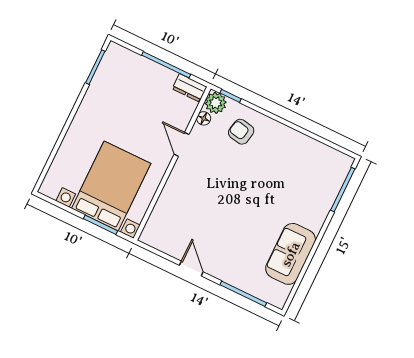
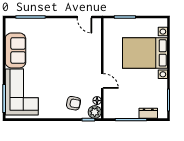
dresser: (190, 88) -> (148, 113), moved
bed with nightstands: (111, 186) -> (145, 53), moved, turned 90
corner sofa: (311, 186) -> (22, 92), added
door: (191, 269) -> (84, 17), moved

